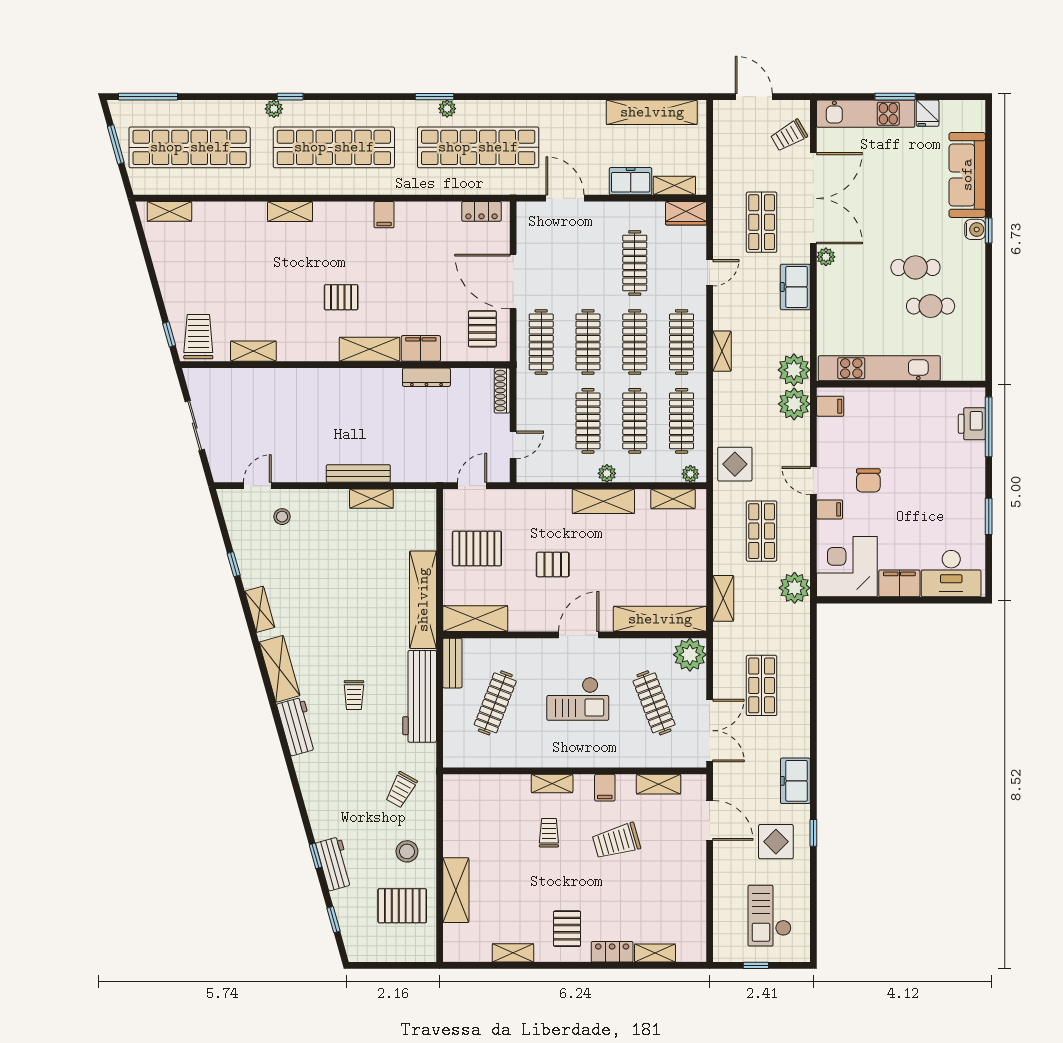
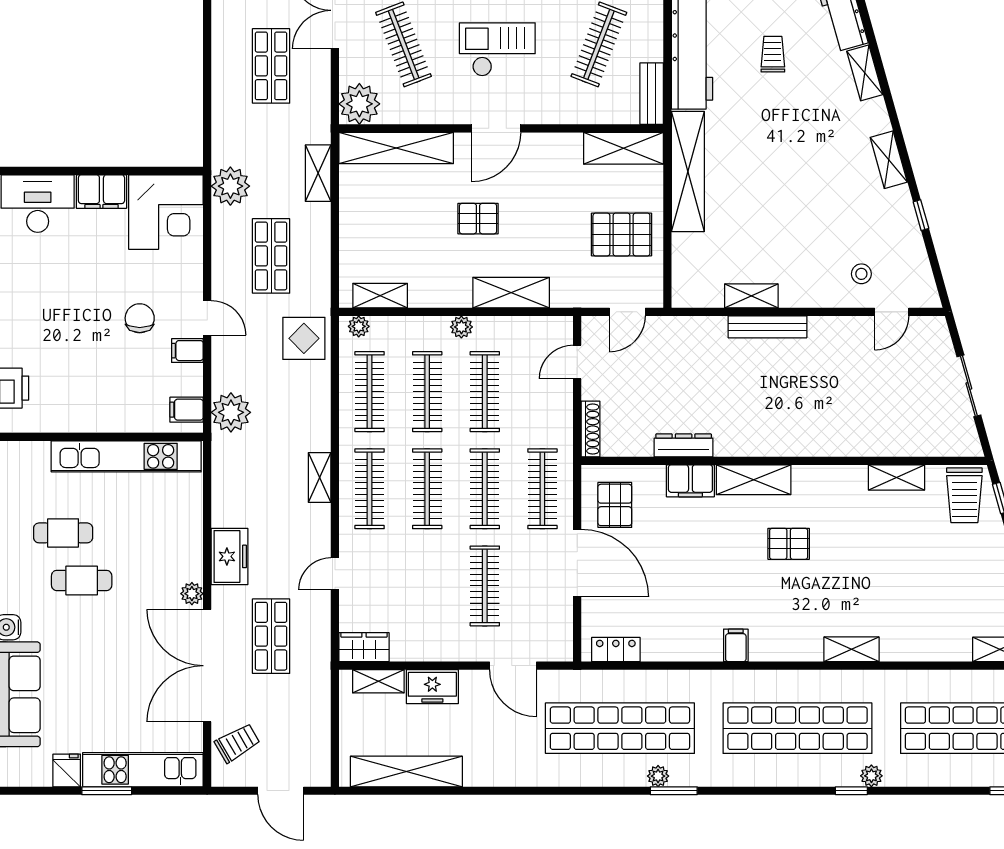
clothes rail: (635, 263) -> (485, 586), moved
plant: (794, 370) -> (231, 454), removed
shelving: (603, 501) -> (511, 293), moved
filing cabinet: (830, 509) -> (187, 351), moved
pallet: (553, 564) -> (478, 219), moved
shelving: (279, 669) -> (865, 73), width x0.67, depth x0.75

